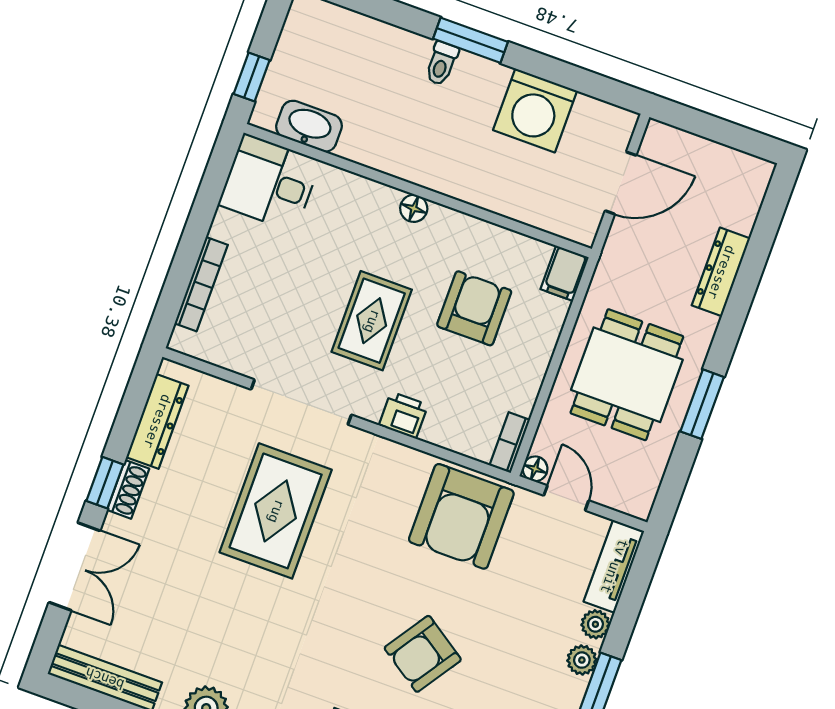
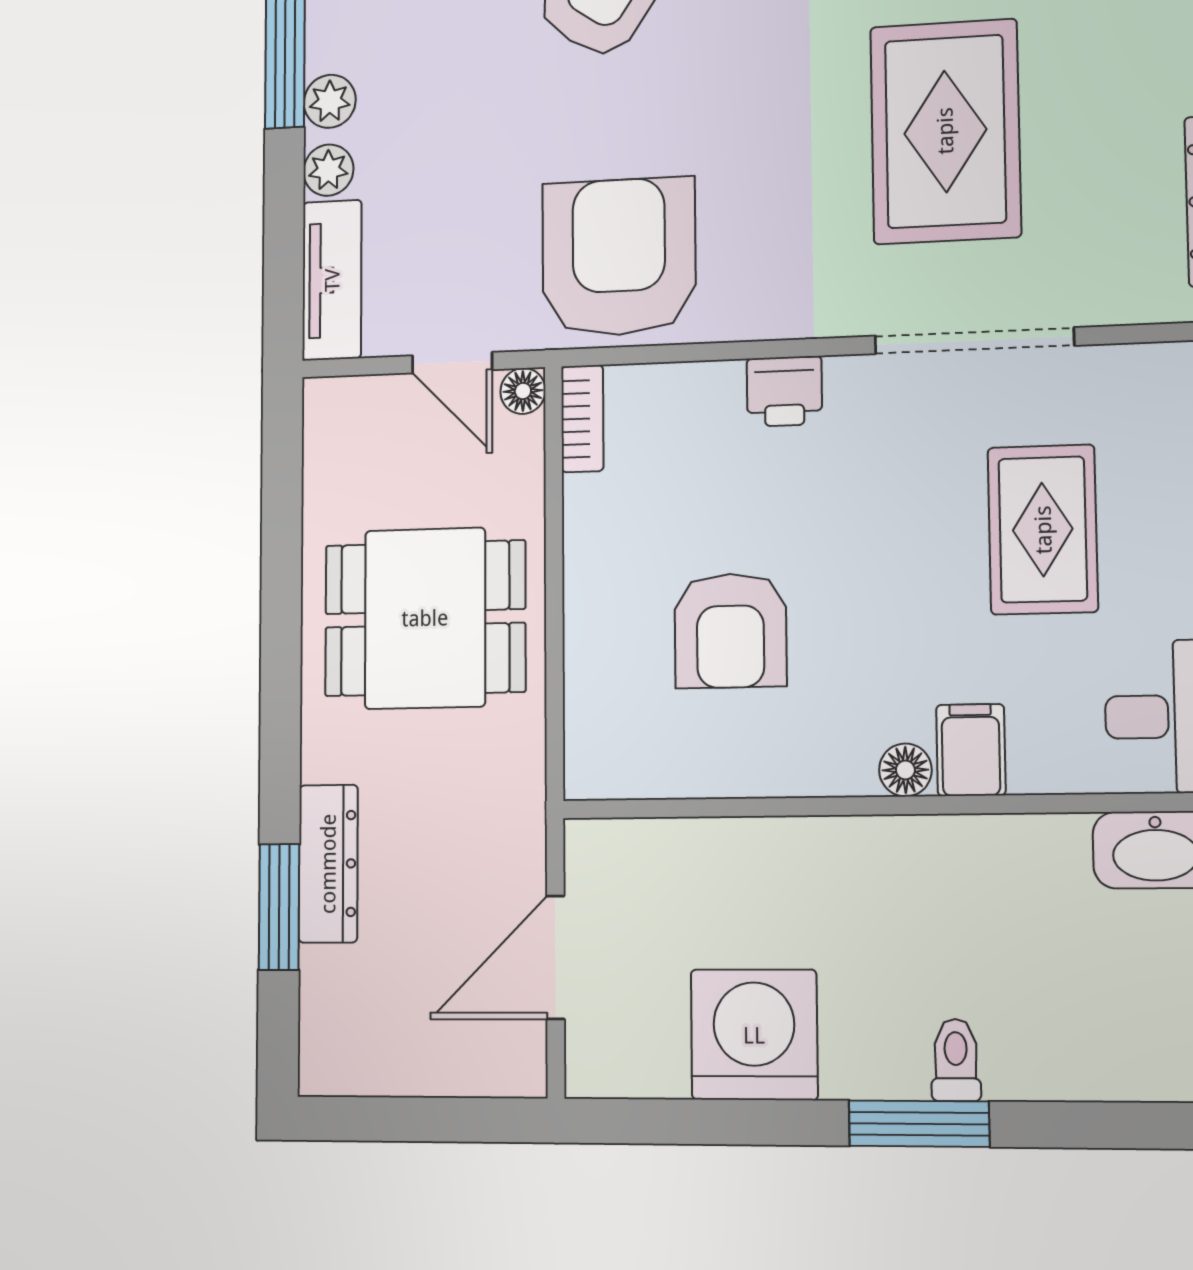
filing cabinet: (565, 273) -> (971, 750), moved
rug: (372, 321) -> (1043, 530), moved
dining table: (627, 375) -> (425, 618), turned 90
window: (702, 404) -> (279, 907), moved

